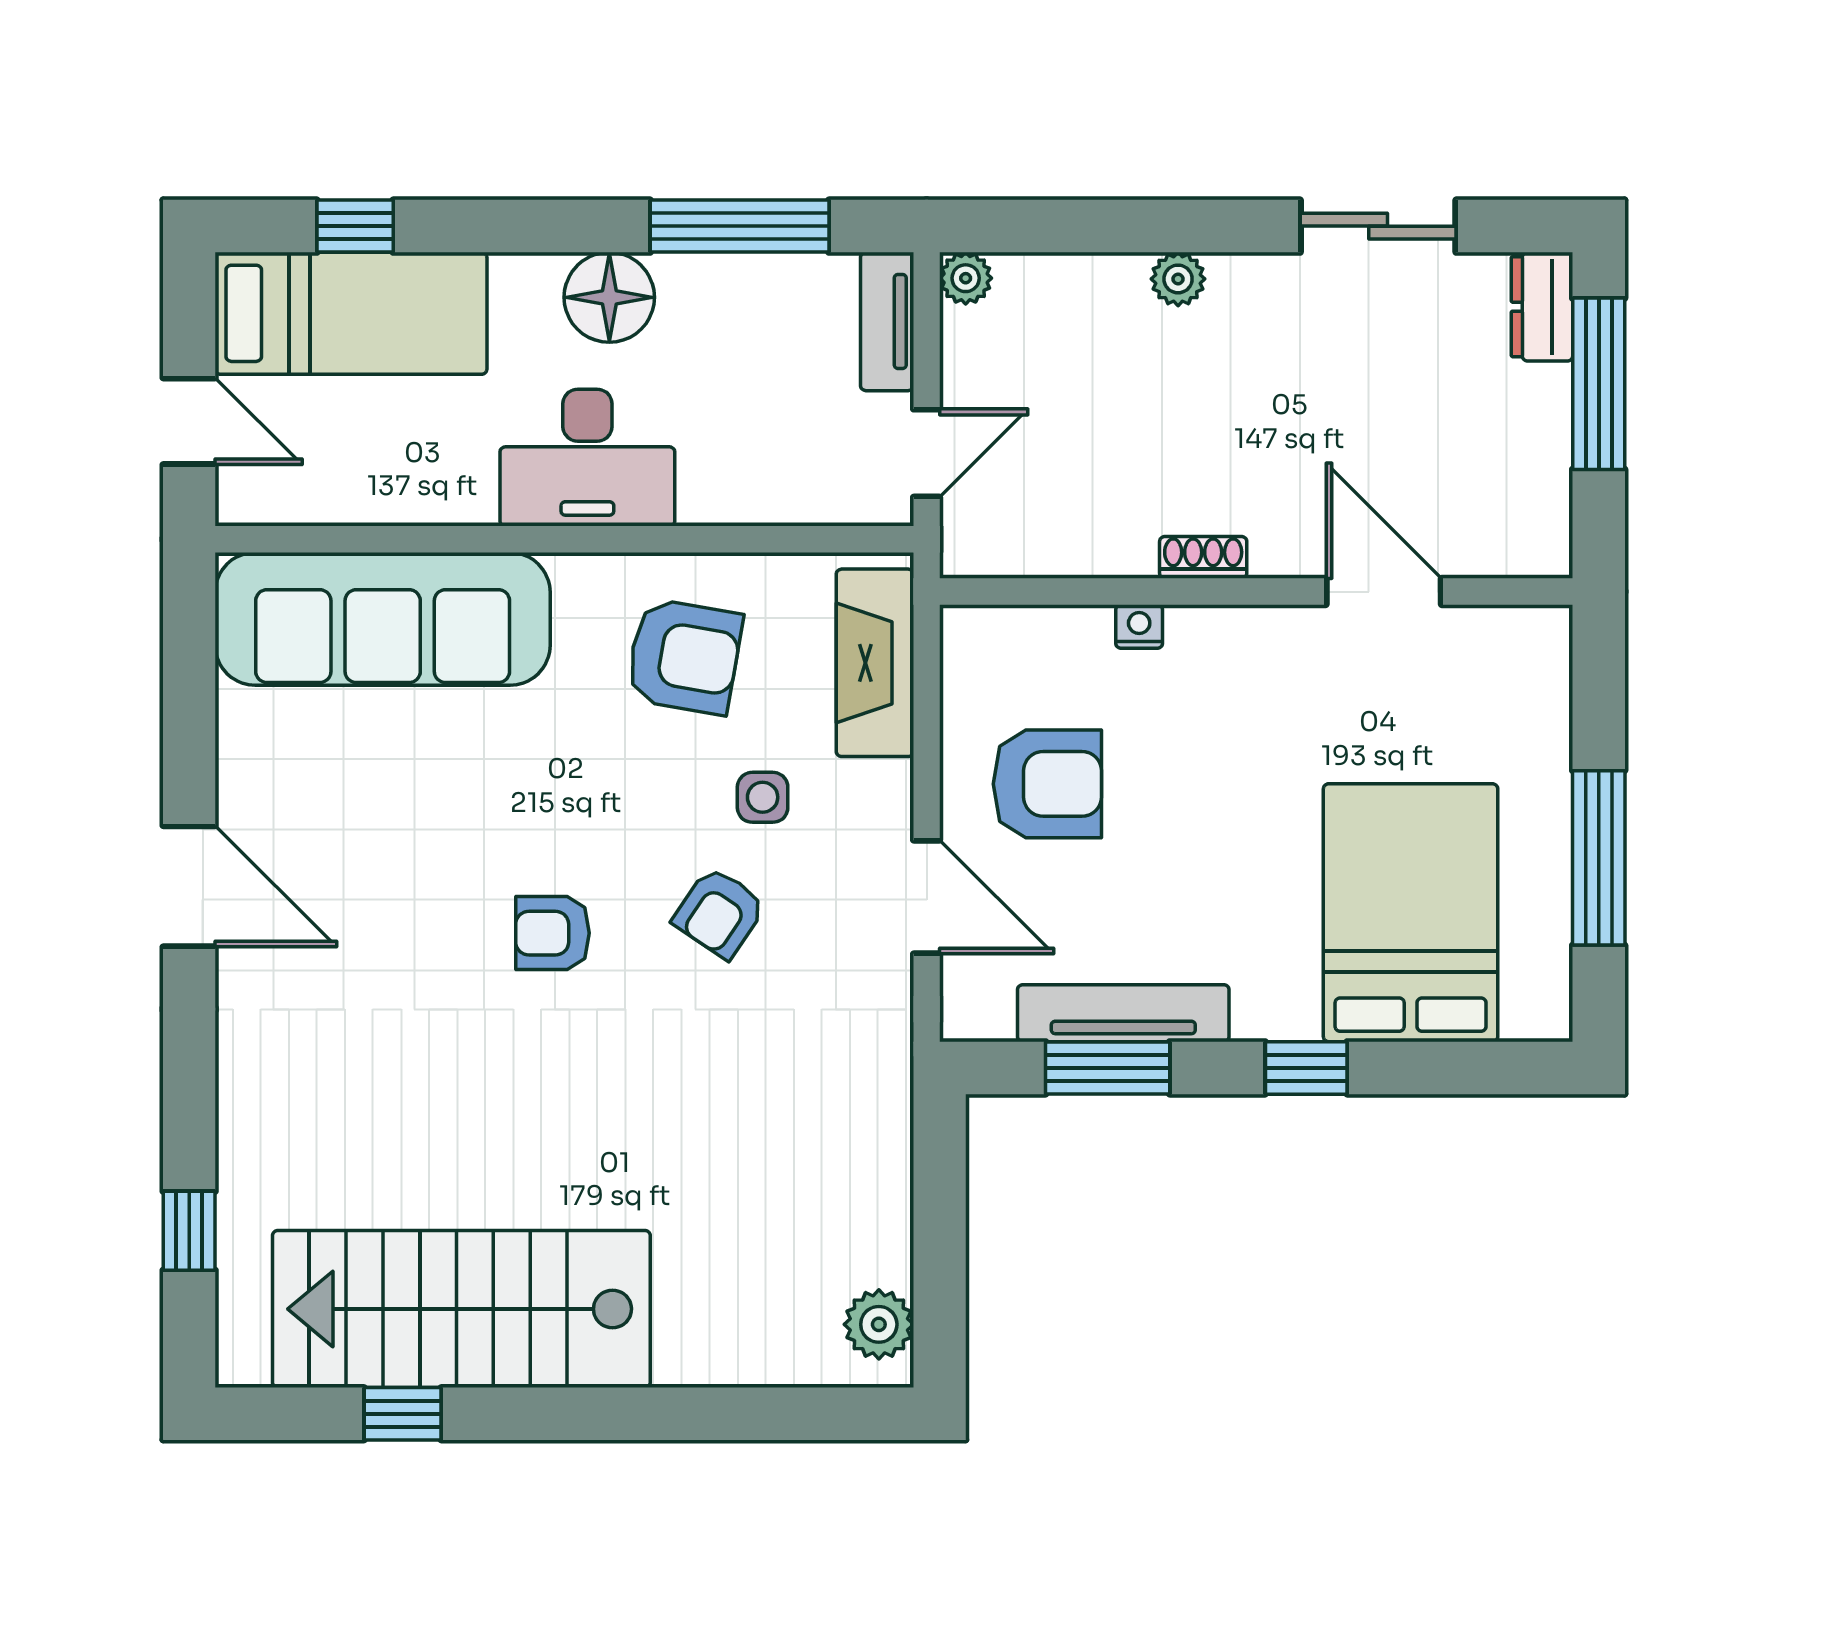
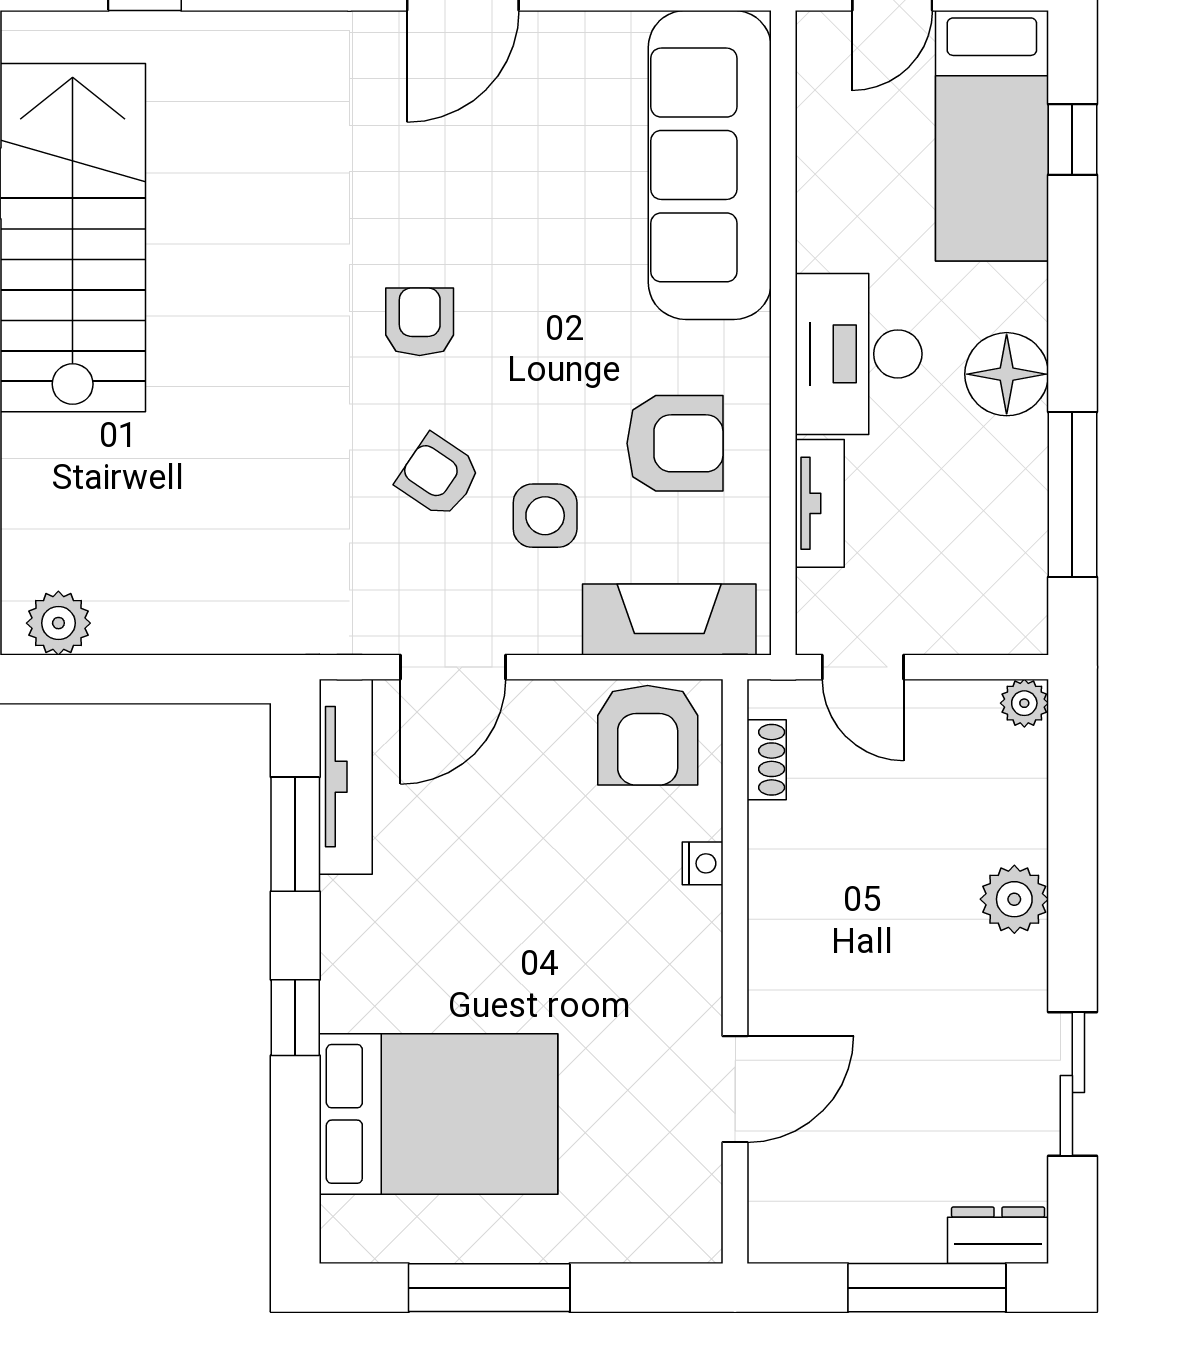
plant: (1178, 279) -> (1014, 899), width x1.38, depth x1.38
tv unit: (887, 321) -> (820, 503), moved, turned 90
shoe rack: (1203, 557) -> (767, 760), moved
armchair: (684, 656) -> (675, 443), turned -100
armchair: (1047, 784) -> (648, 735), moved
side table: (763, 797) -> (545, 516), width x1.37, depth x1.37
tv unit: (1123, 1013) -> (346, 777), moved

